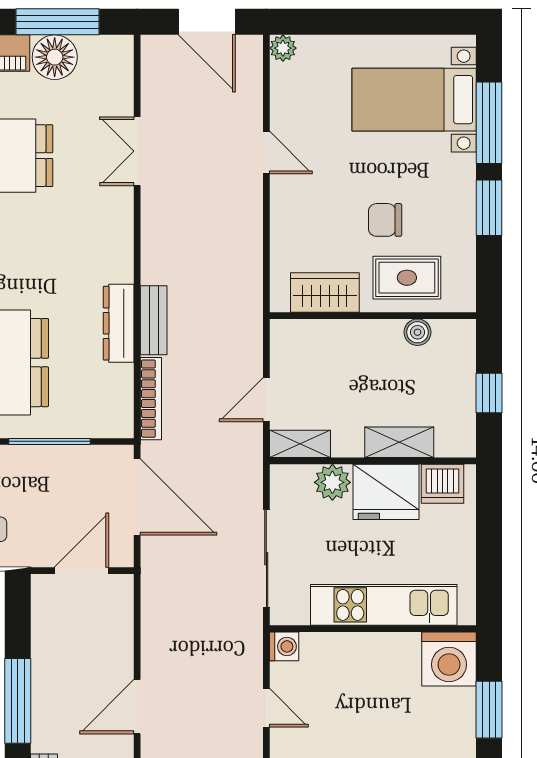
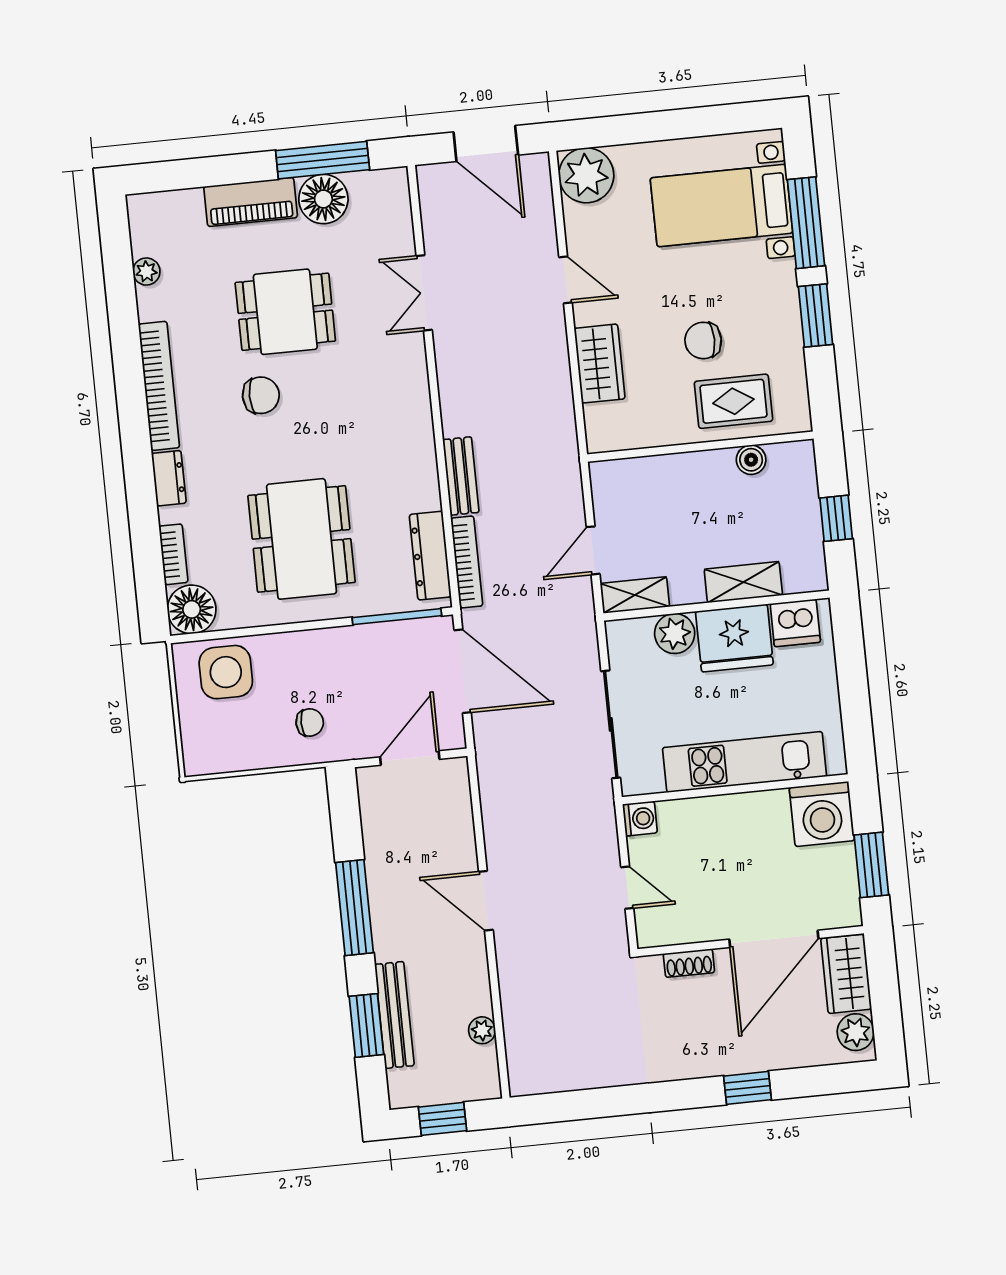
plant: (283, 48) -> (586, 175), width x1.87, depth x1.87
wardrobe: (325, 293) -> (600, 364), moved, turned 90
dresser: (119, 323) -> (430, 556), moved
window: (49, 441) -> (397, 617), moved
door: (137, 707) -> (486, 901), hinge flipped

